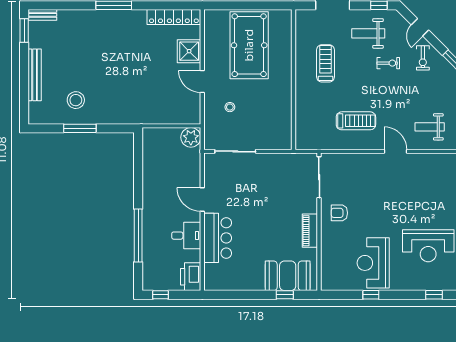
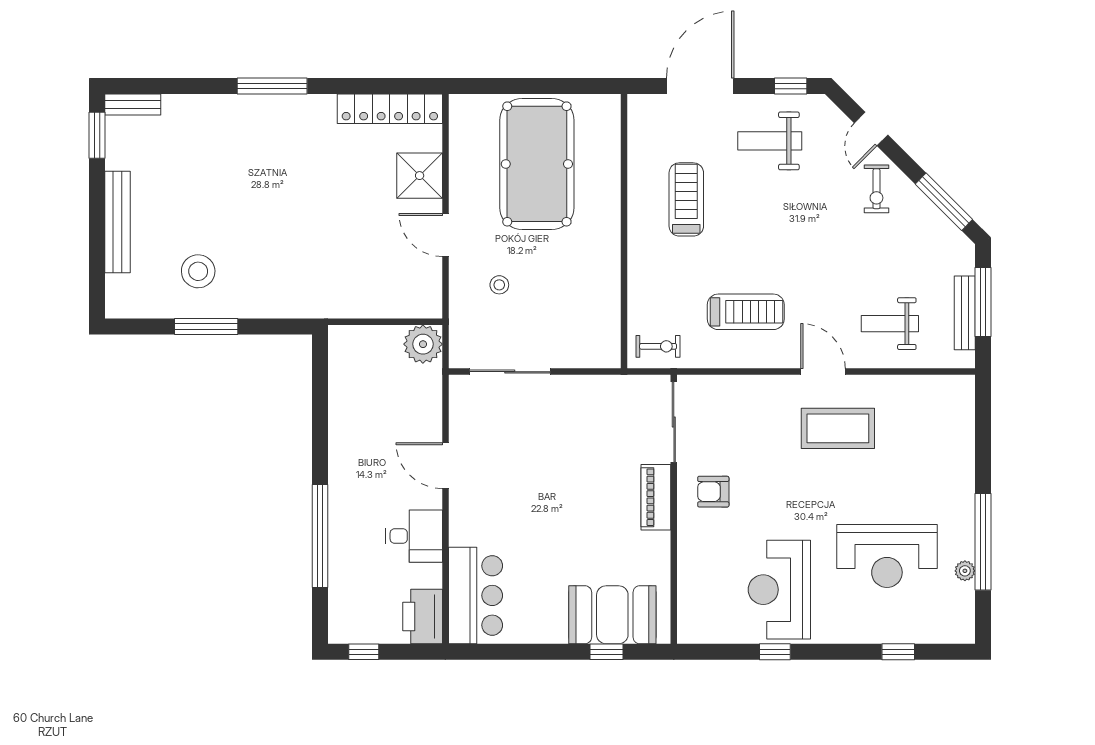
exercise bike: (388, 63) -> (658, 346), moved
coffee table: (403, 180) -> (838, 428), added
piano: (310, 231) -> (656, 497), moved
bar counter: (218, 238) -> (476, 595), moved

